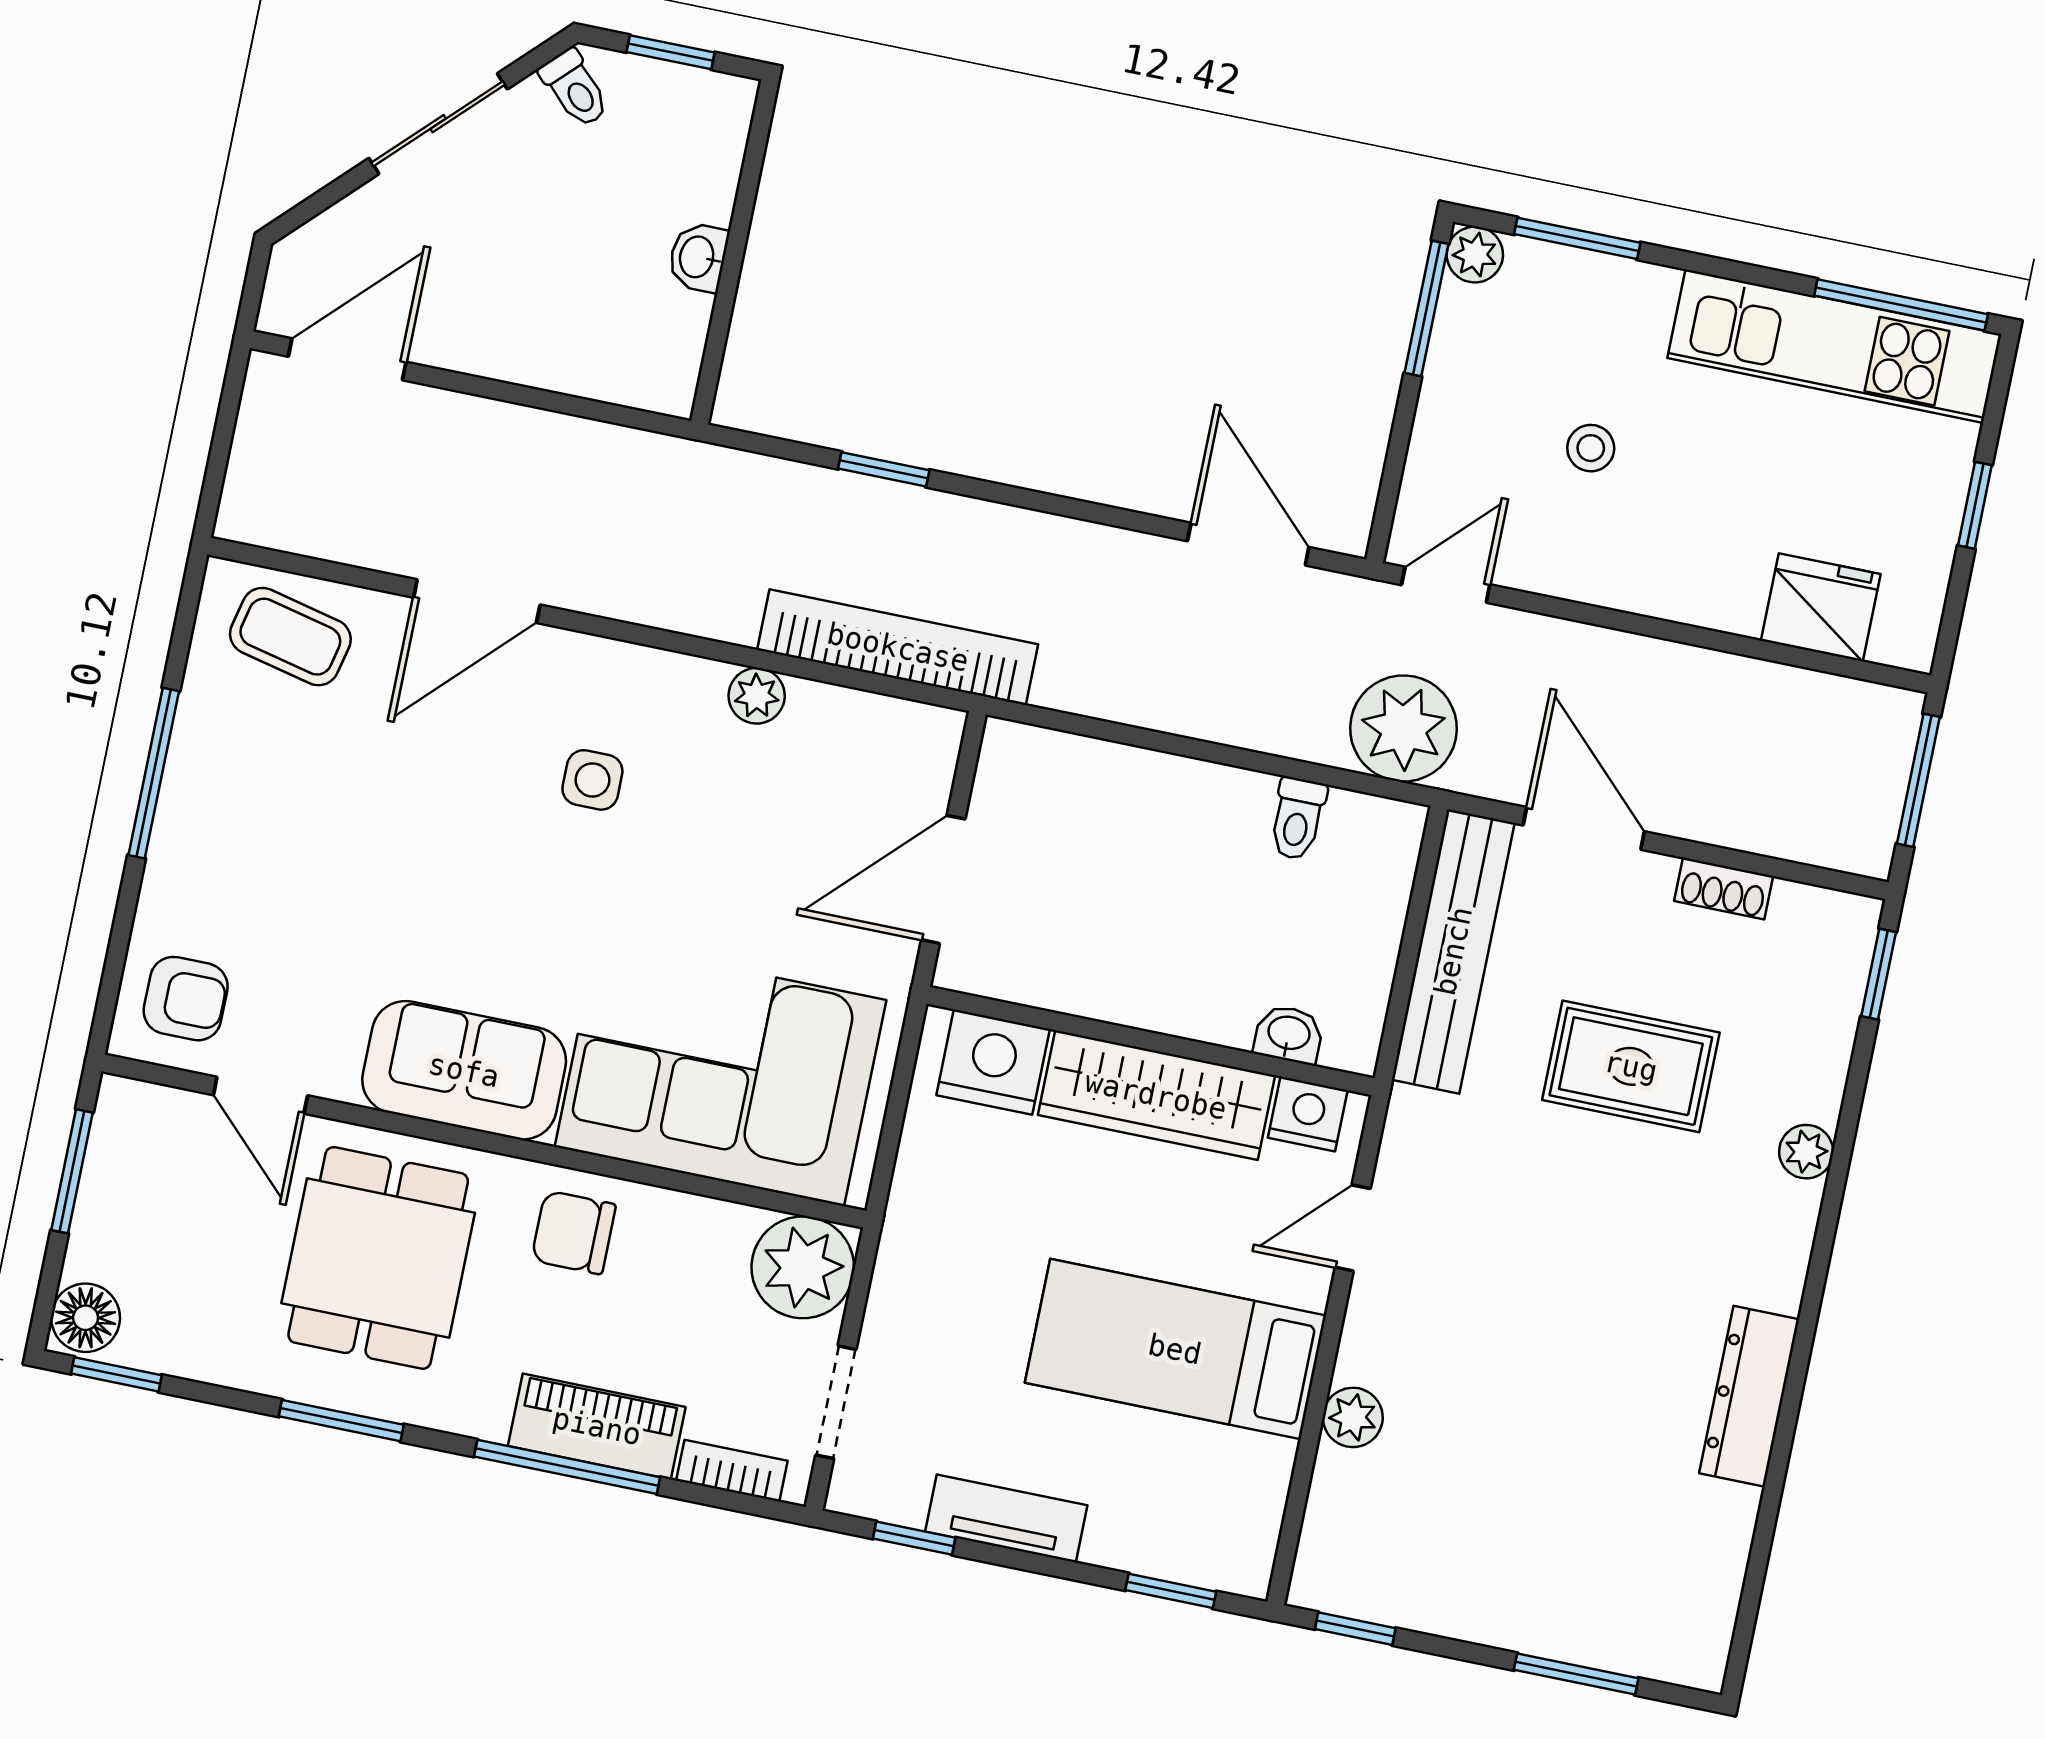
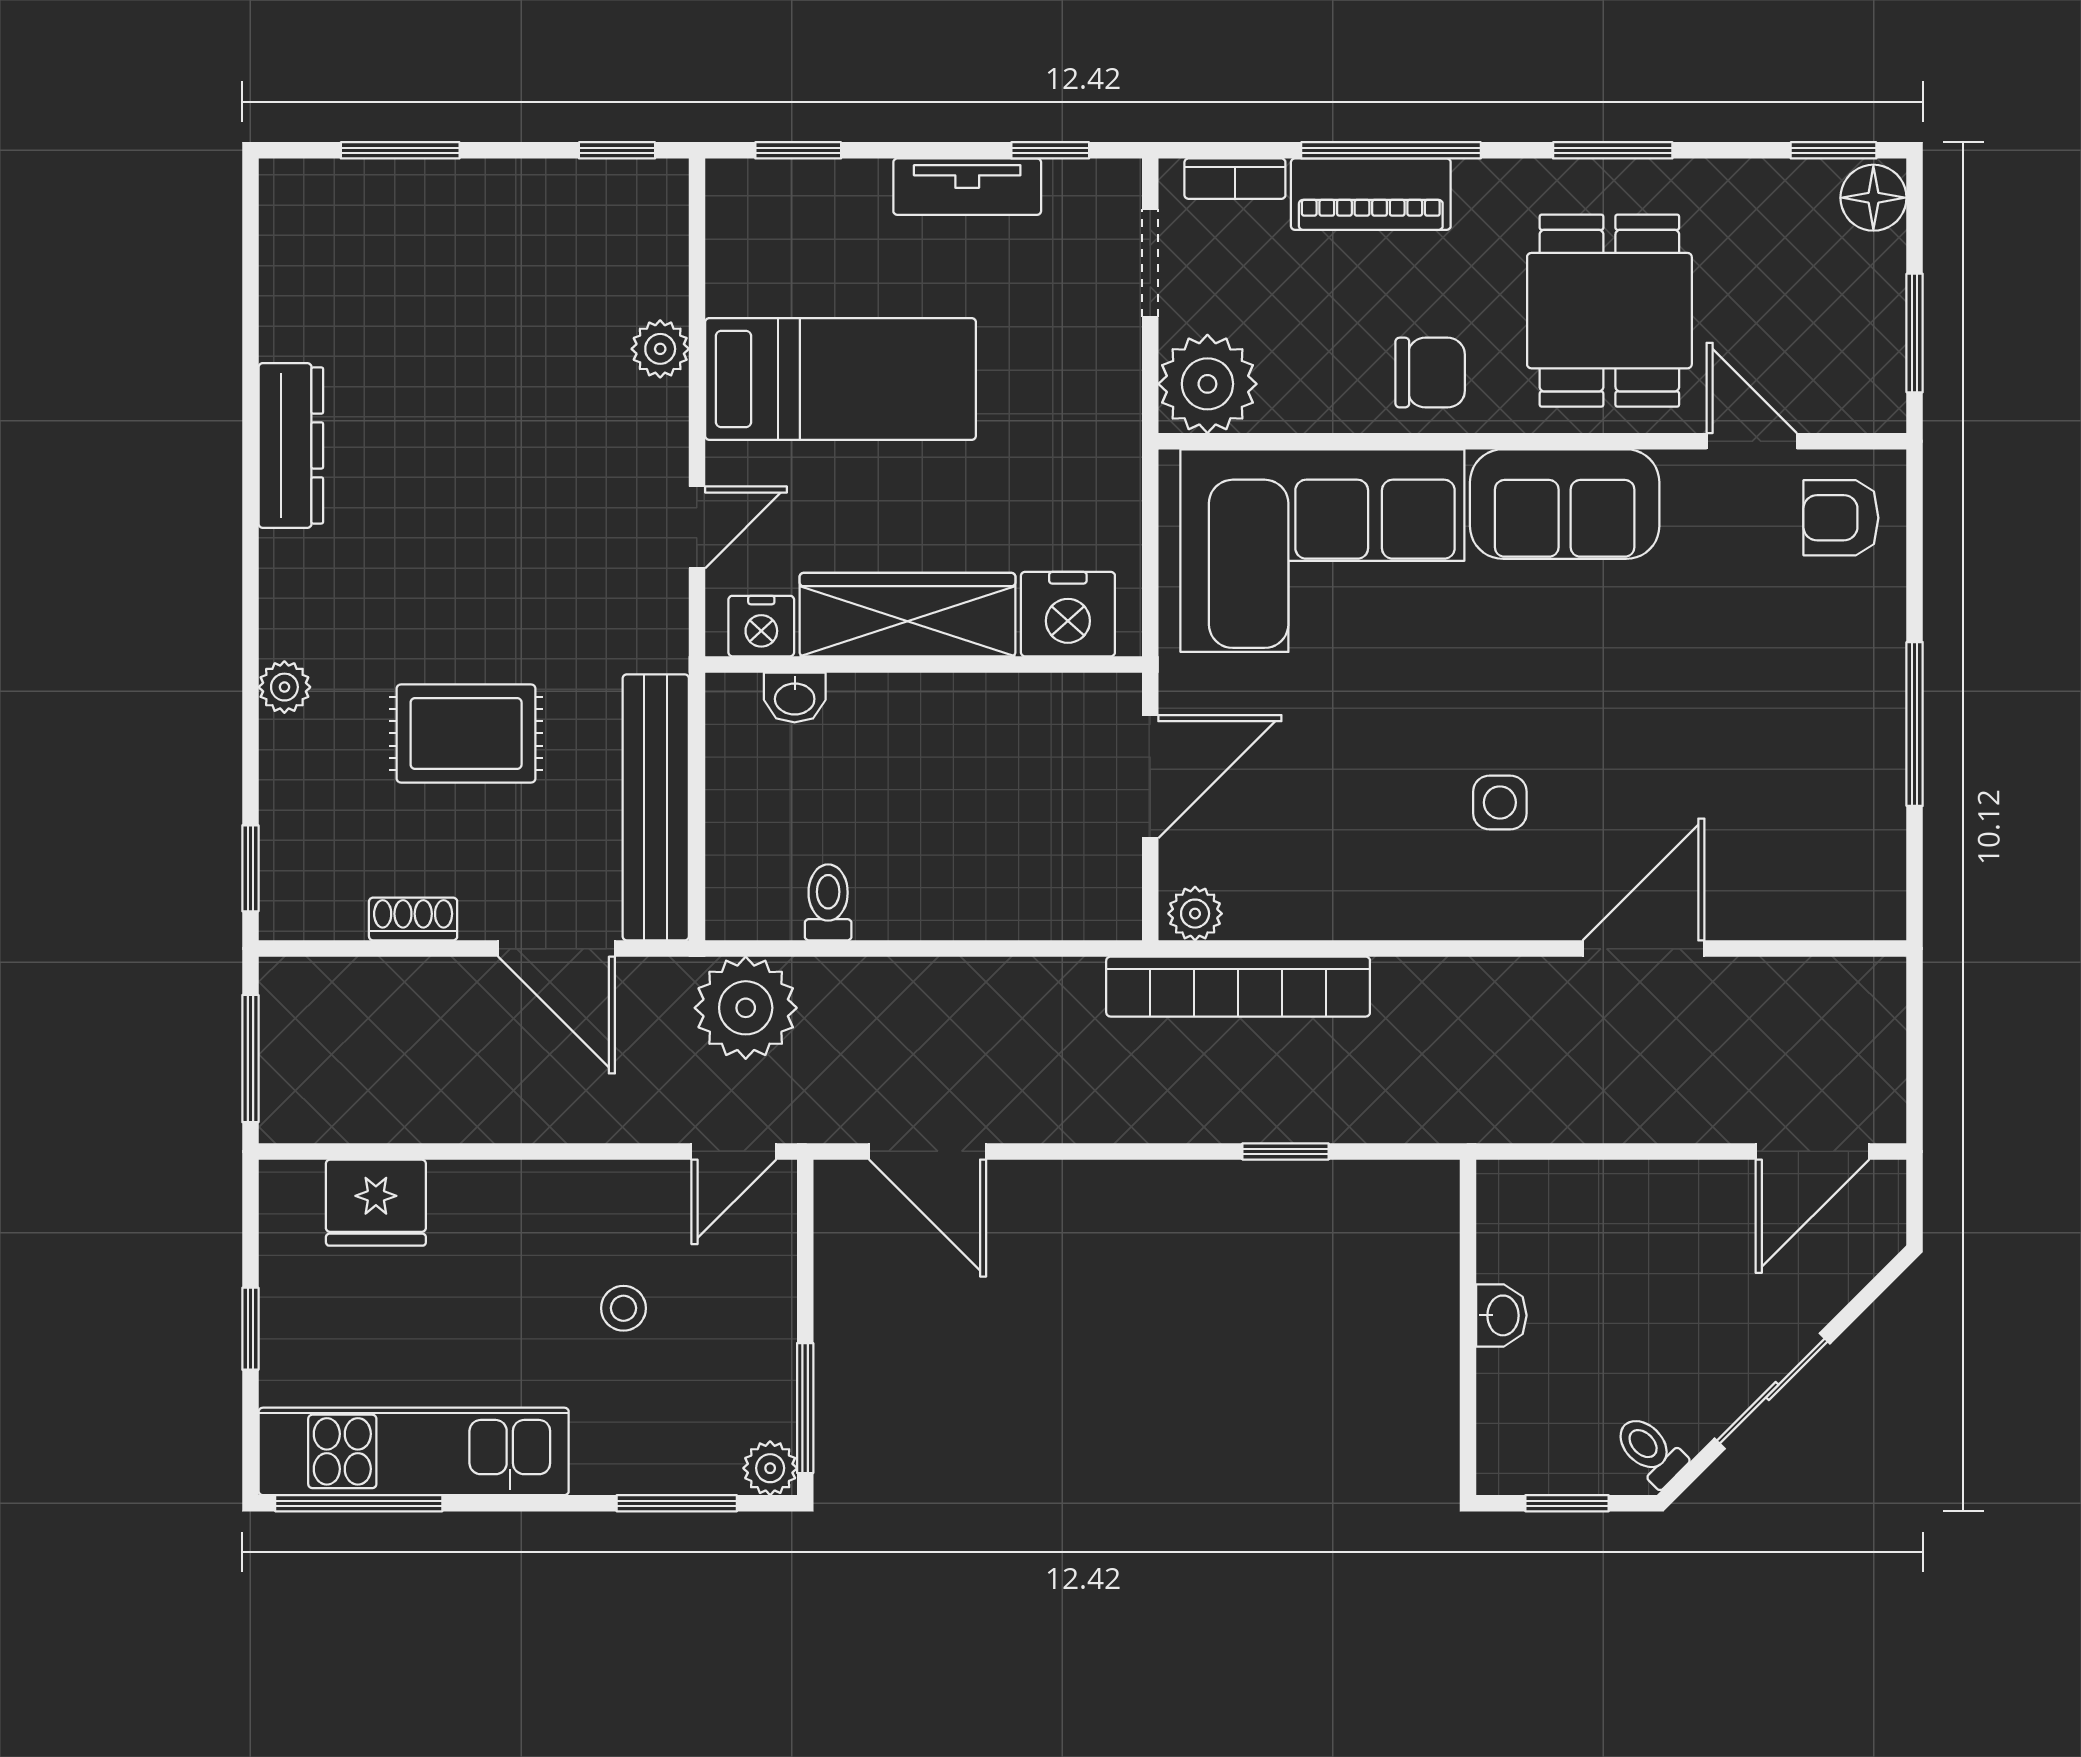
coffee table: (290, 637) -> (1812, 879), removed
plant: (757, 696) -> (1195, 914), moved

